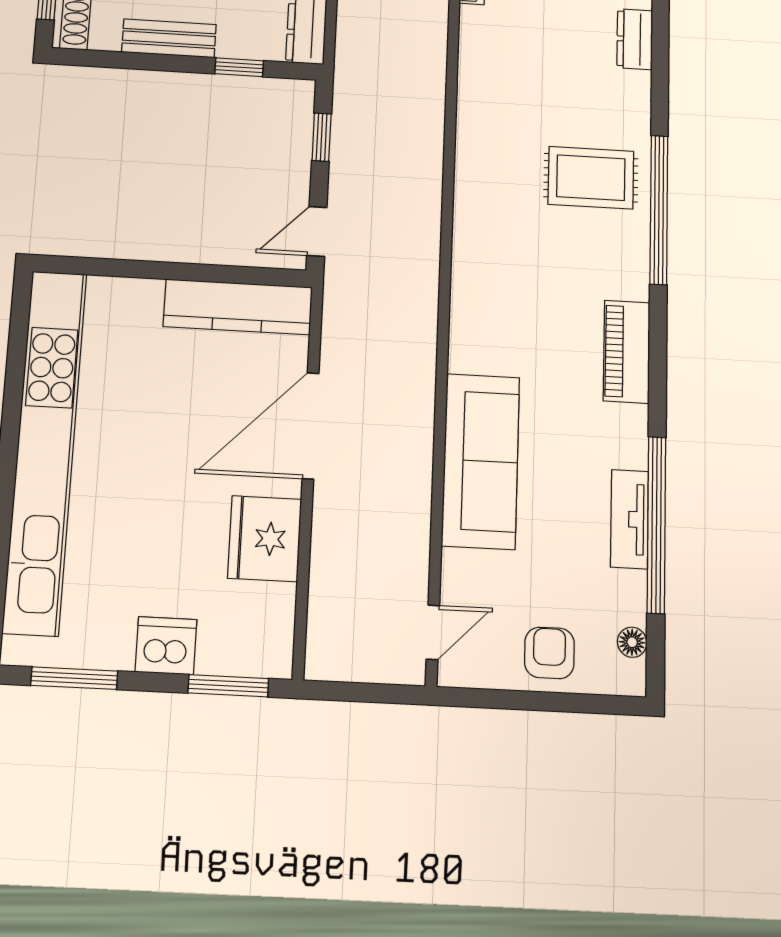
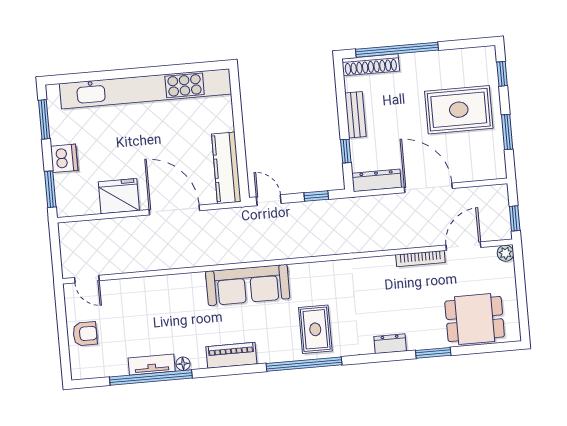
sofa: (481, 461) -> (248, 285), moved
floor lamp: (632, 642) -> (183, 364), moved

